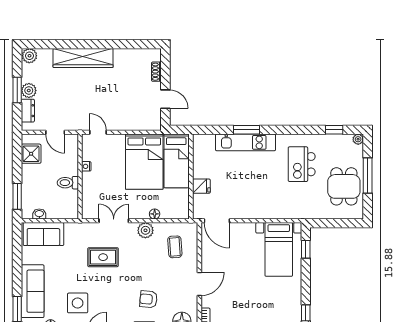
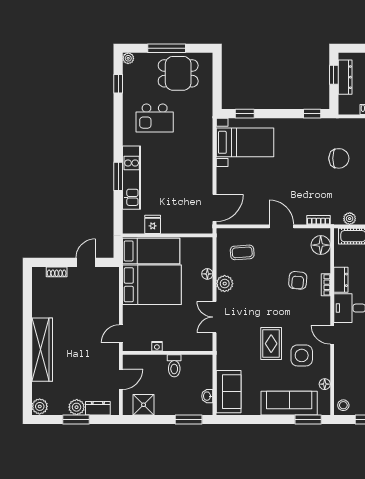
fridge: (201, 186) -> (153, 224), moved
rug: (103, 257) -> (271, 344), moved

